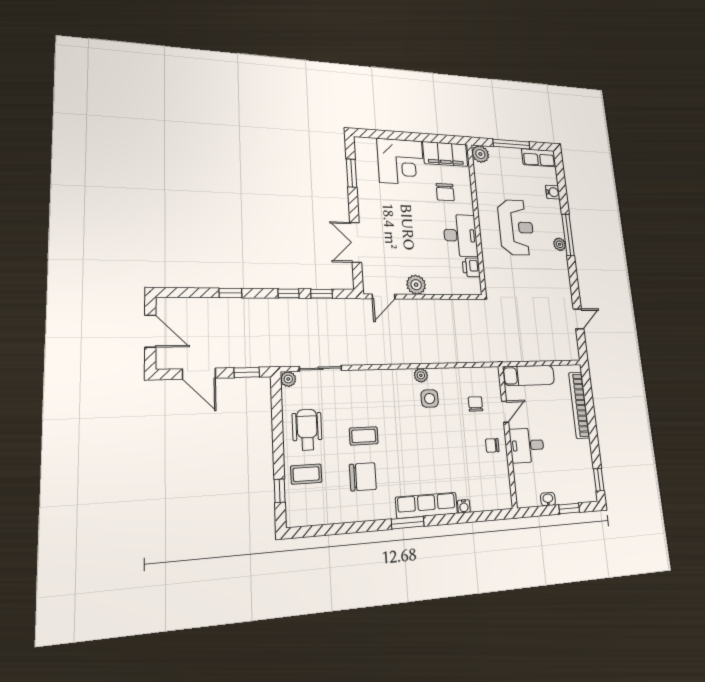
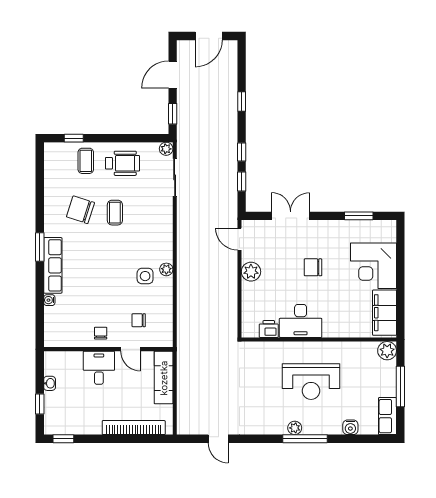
chair: (445, 192) -> (313, 267), moved
chair: (475, 404) -> (139, 320), turned 180
chair: (363, 477) -> (80, 210), turned 108

